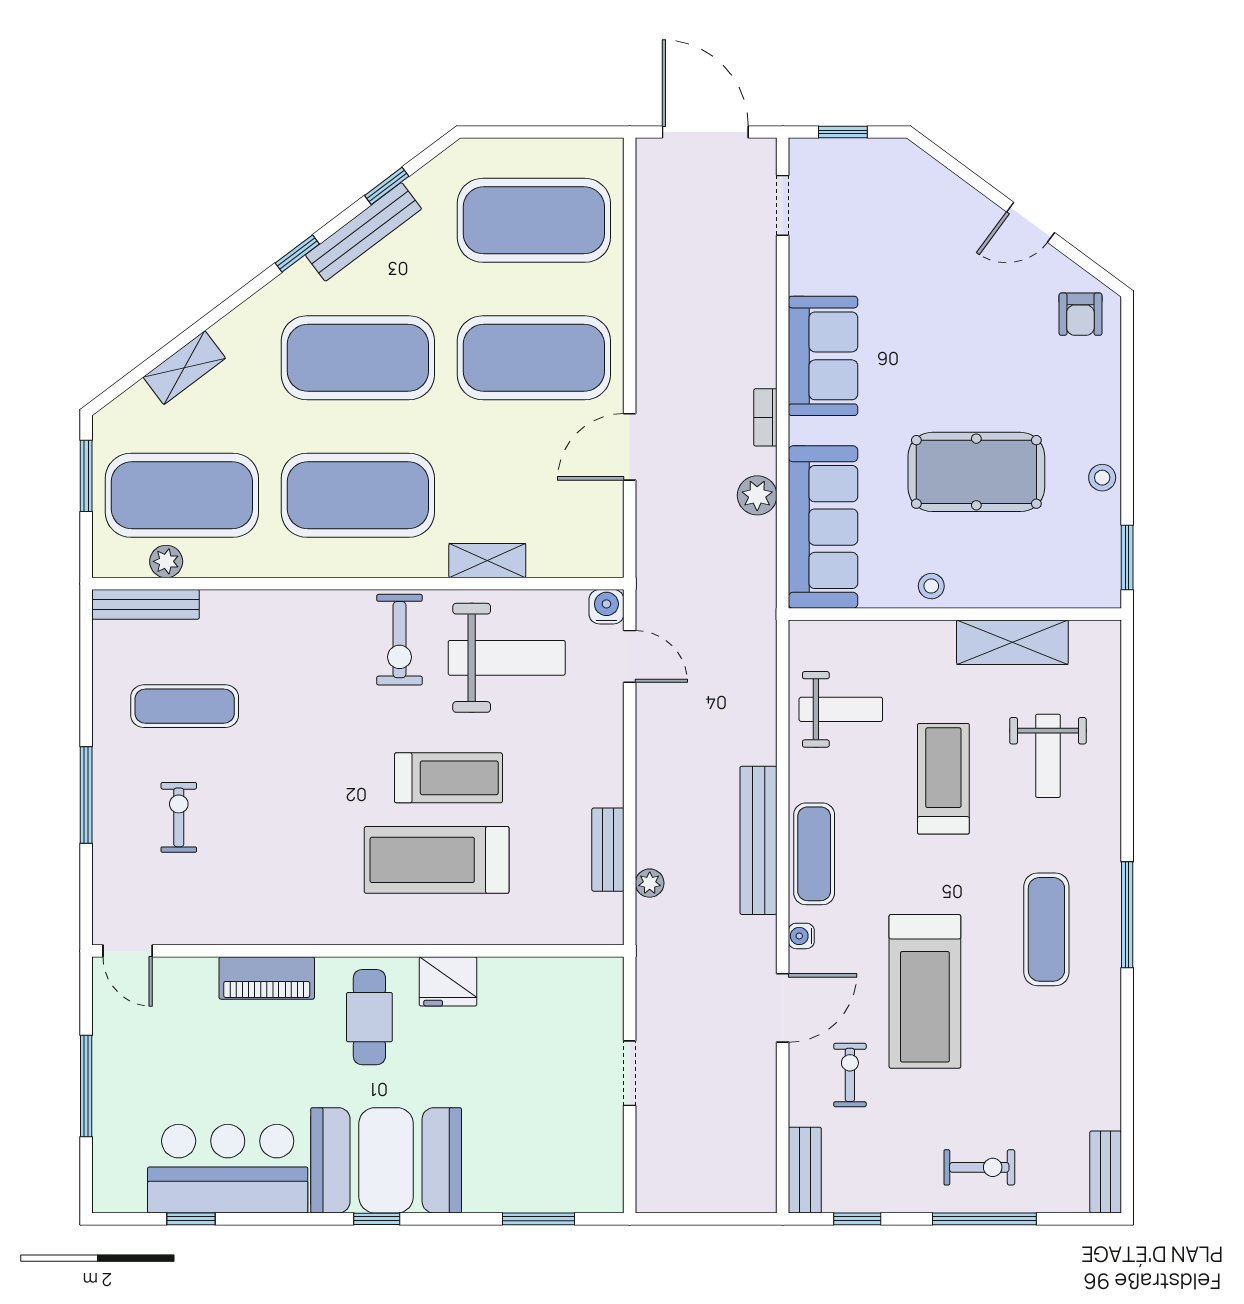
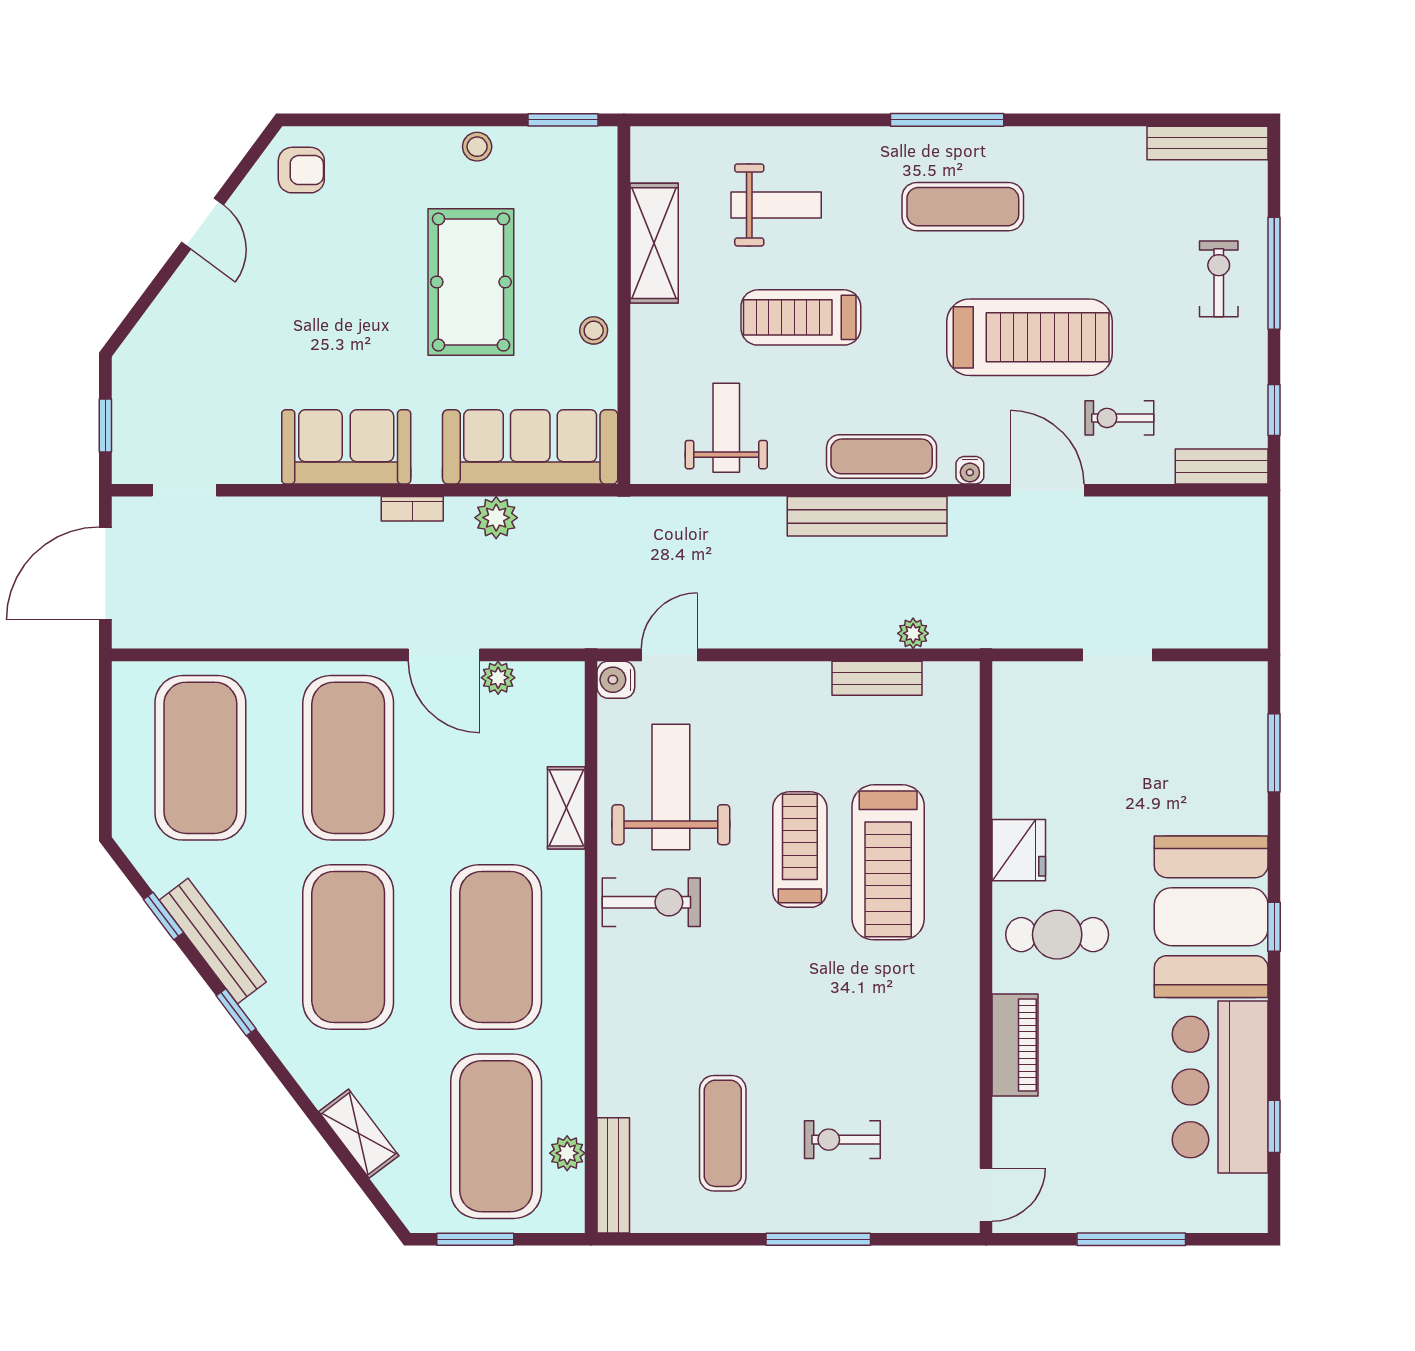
plant: (608, 497) -> (498, 678), added
bench: (1106, 1172) -> (1208, 143), width x1.36

